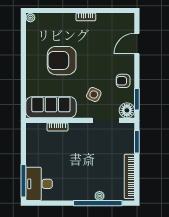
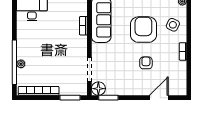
door: (137, 44) -> (159, 98), hinge flipped
armchair: (123, 81) -> (146, 63), moved
side table: (94, 95) -> (173, 25), moved

